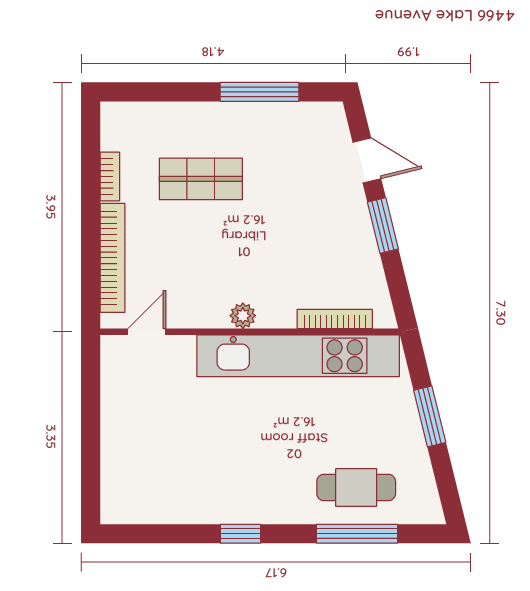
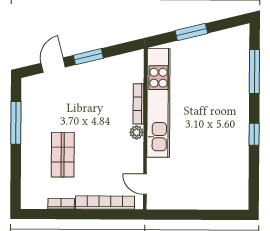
bookcase: (335, 319) -> (138, 104), moved
cafe table: (356, 487) -> (229, 72), removed

